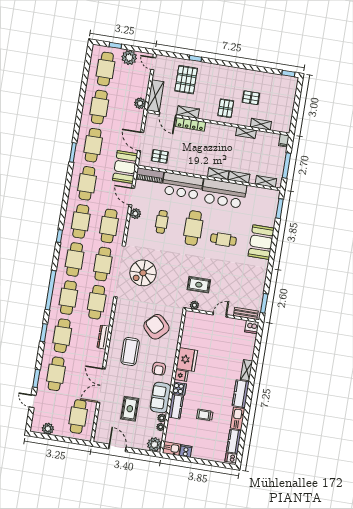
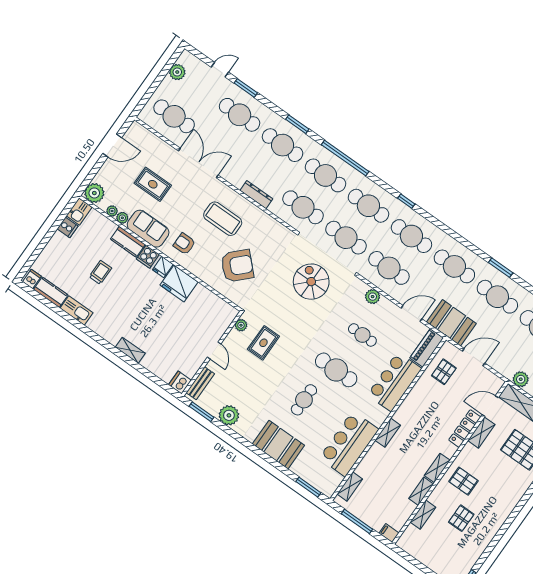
shelving: (239, 177) -> (437, 468), moved
bar counter: (224, 194) -> (349, 444), moved
plant: (135, 214) -> (373, 297), moved
plant: (258, 284) -> (229, 415), added
kitchen counter: (241, 394) -> (105, 329), removed

